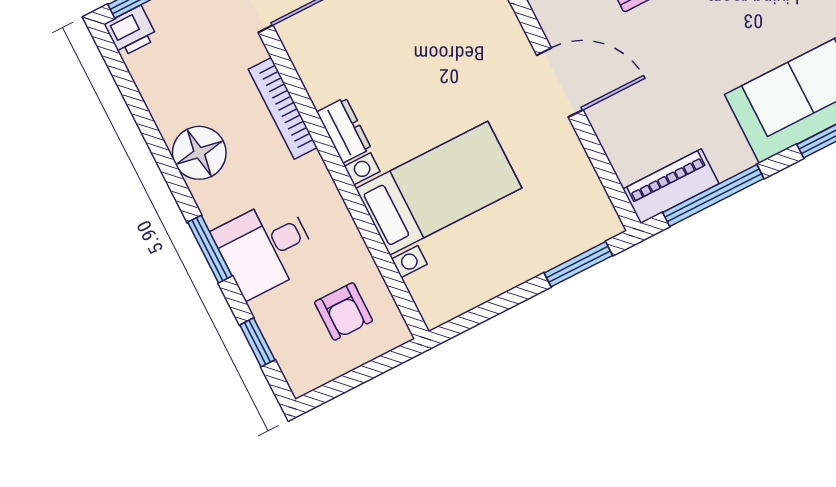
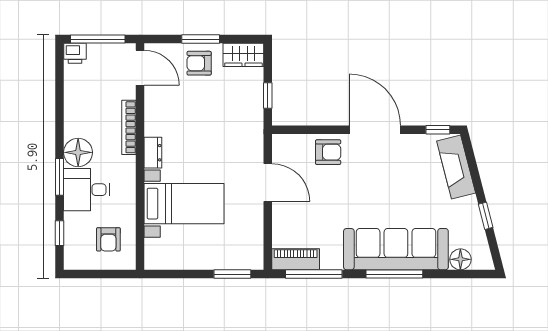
floor lamp: (199, 153) -> (78, 152), moved

